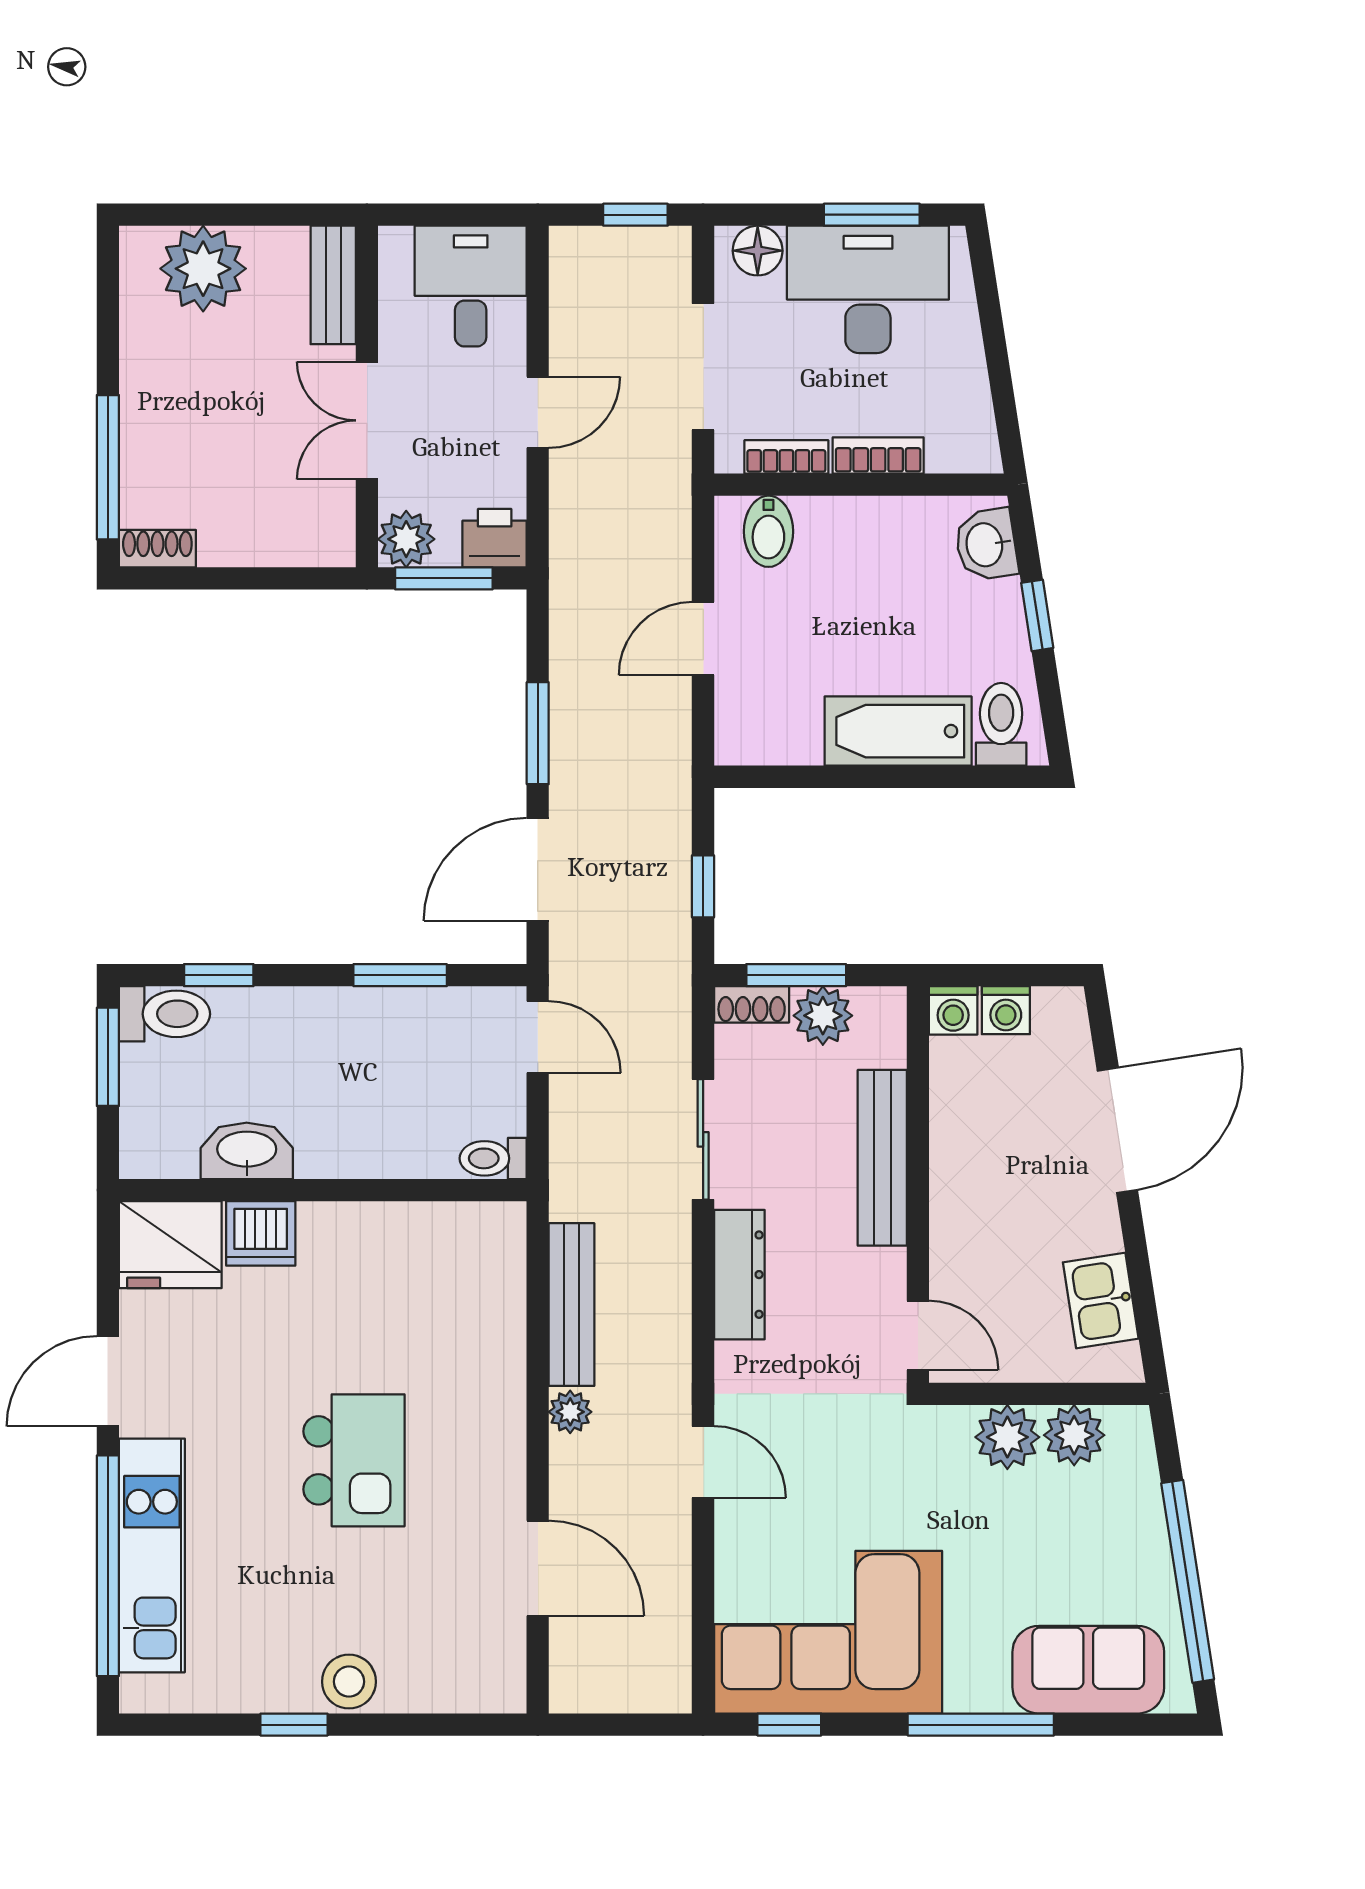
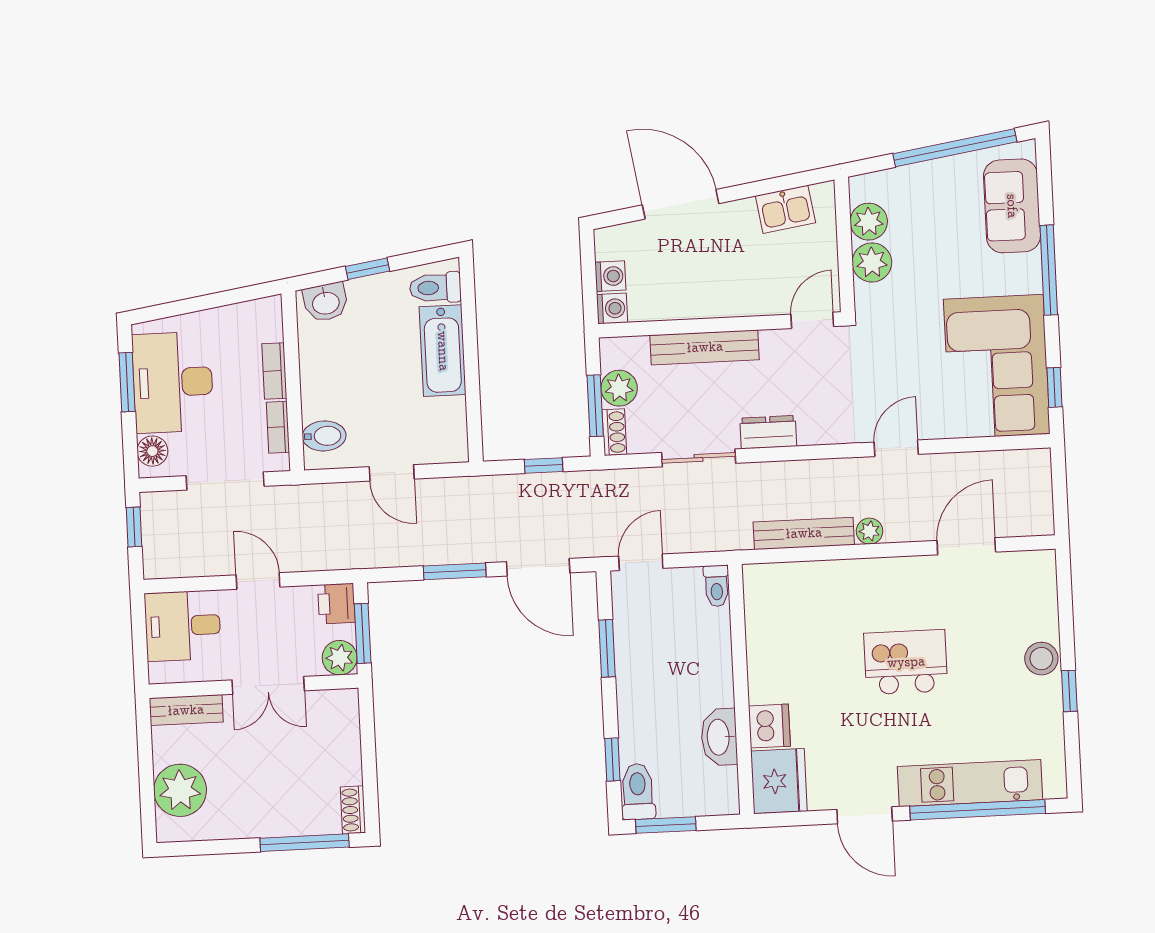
dresser: (739, 1275) -> (768, 432), width x0.70

